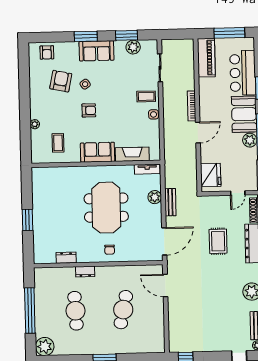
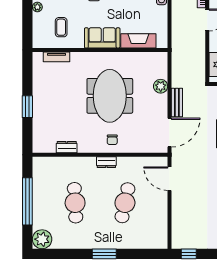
tv unit: (147, 169) -> (57, 57), moved
bench: (170, 202) -> (177, 103), moved
dresser: (85, 272) -> (106, 162), moved

